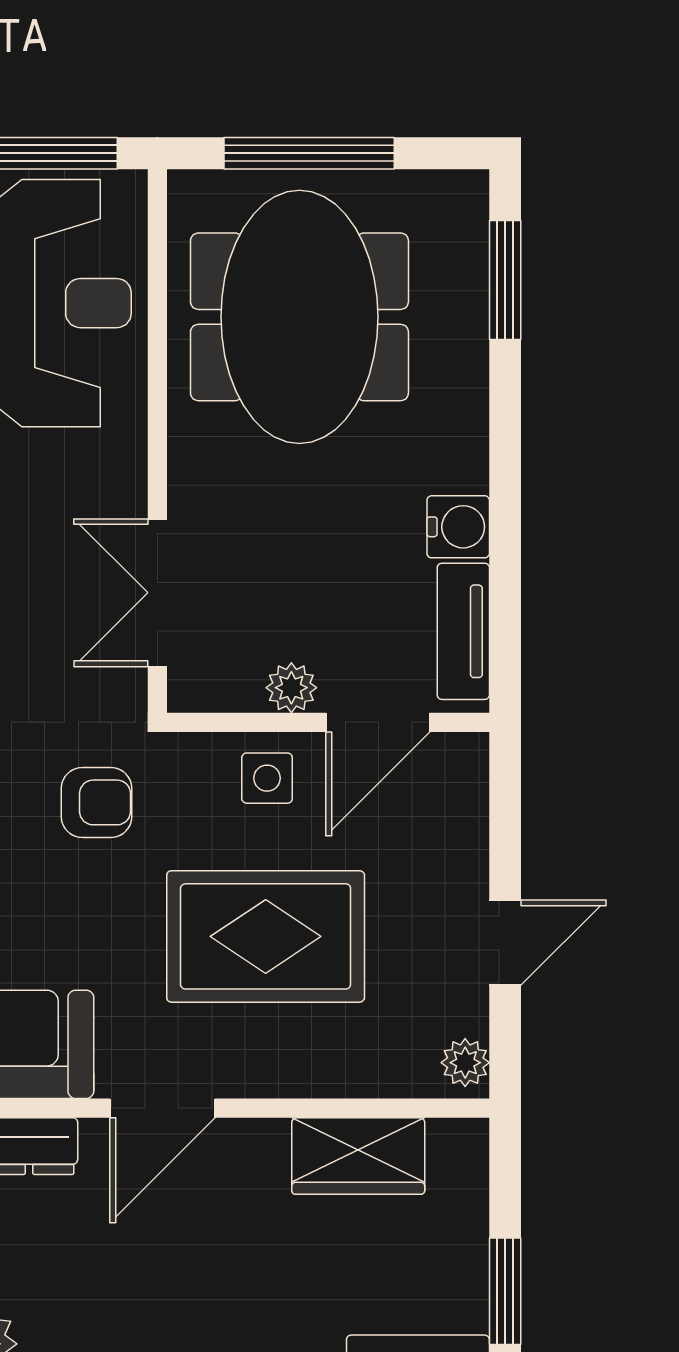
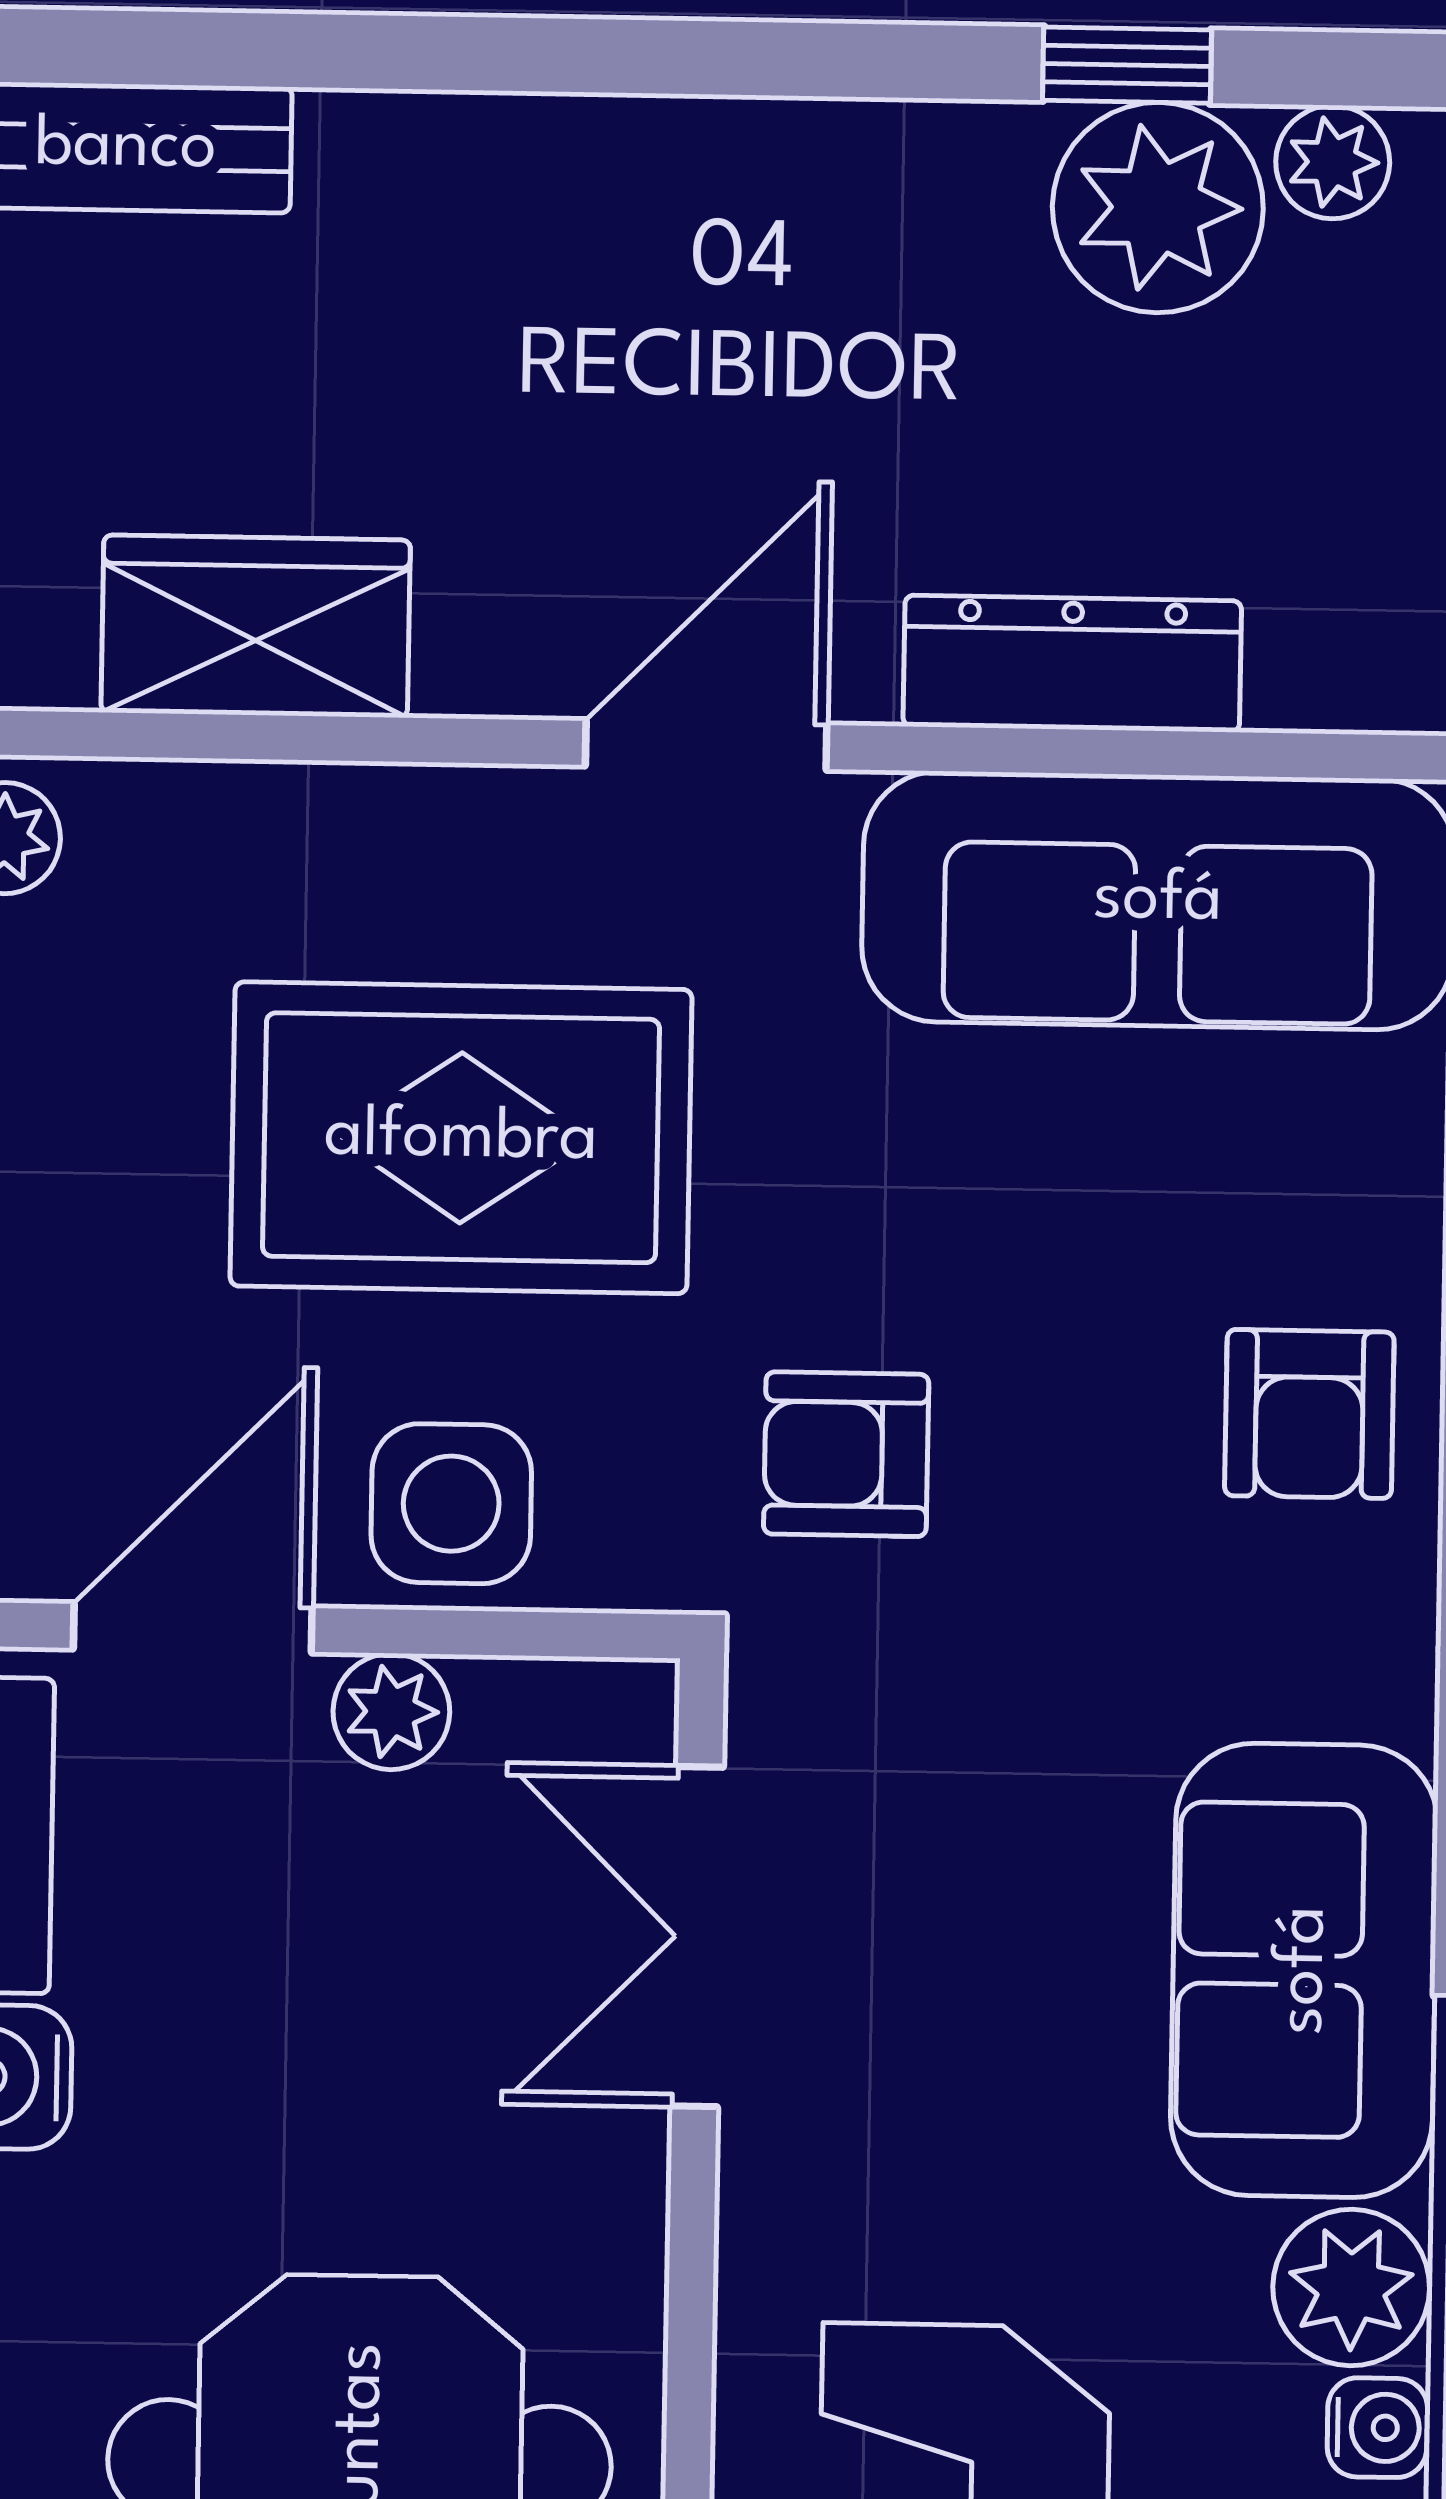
double door: (157, 593) -> (697, 1937), swing flipped
side table: (267, 778) -> (451, 1504), width x1.37, depth x1.37

